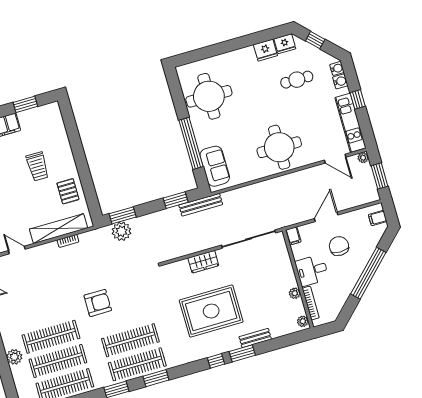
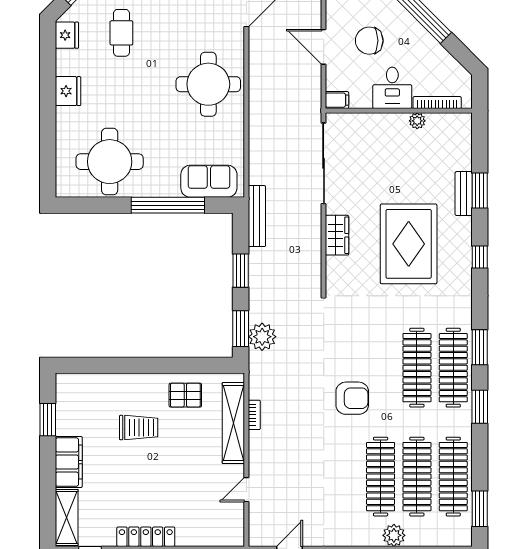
fridge: (265, 50) -> (68, 91), moved
window: (176, 200) -> (241, 271), moved
armchair: (98, 303) -> (352, 398), turned 90
plant: (303, 321) -> (459, 121), removed
window: (242, 353) -> (480, 190), moved

